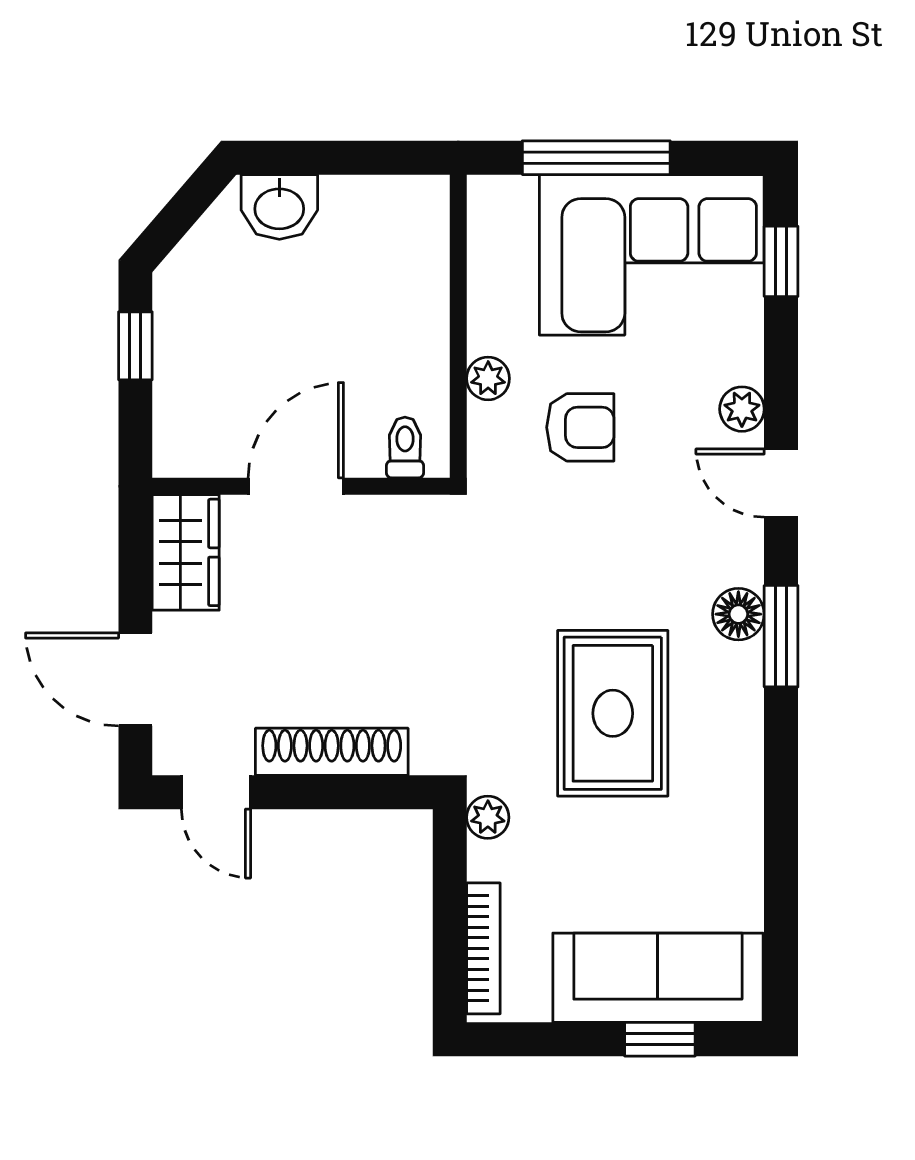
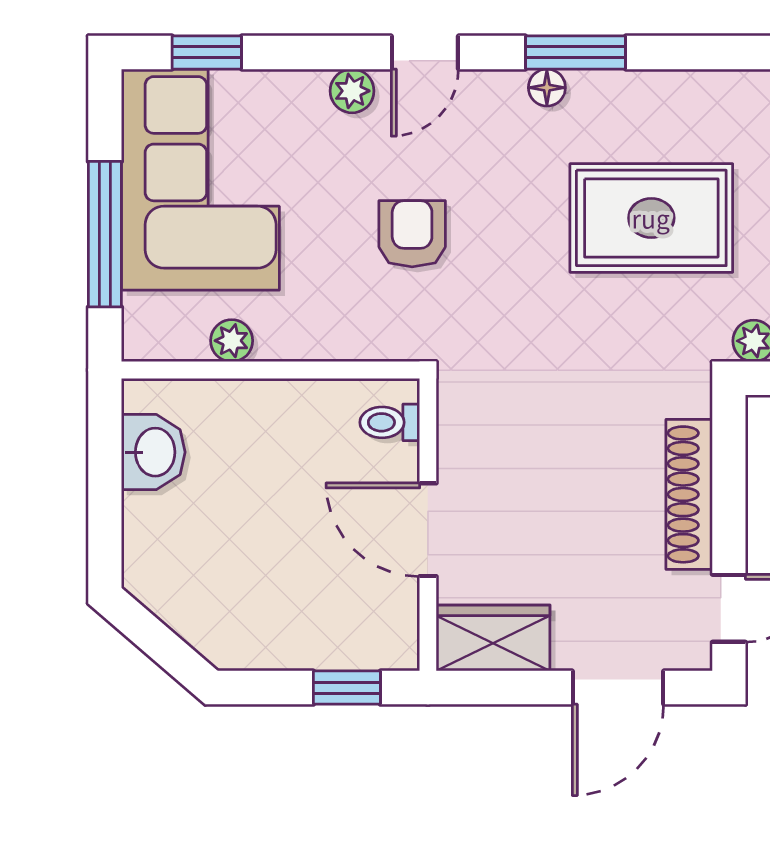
washbasin: (279, 207) -> (153, 452), moved
window: (135, 346) -> (347, 688), moved
plant: (488, 378) -> (232, 341), moved
armchair: (580, 427) -> (412, 234), moved
floor lamp: (738, 614) -> (547, 88), width x0.73, depth x0.73

